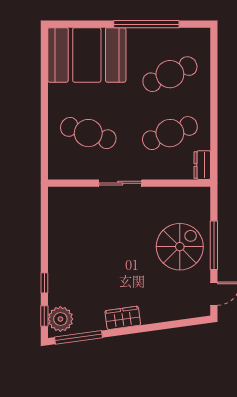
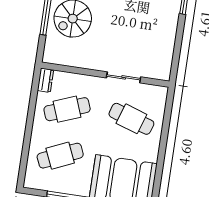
sliding door: (120, 183) -> (124, 77), moved

